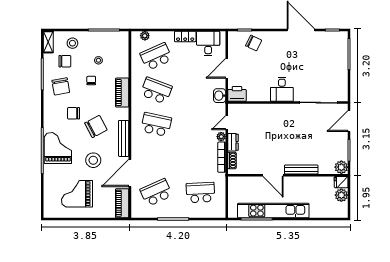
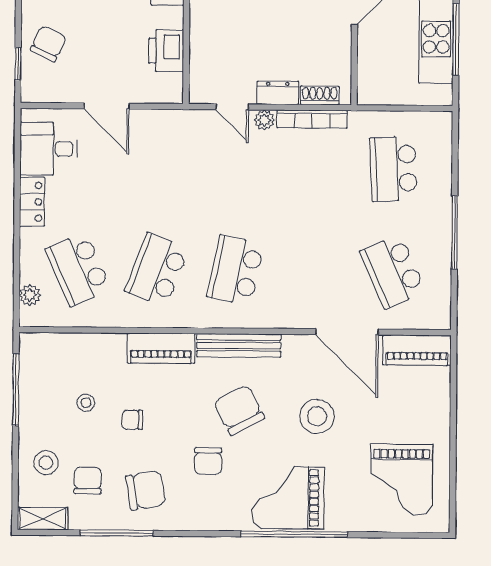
printer: (237, 94) -> (166, 51), moved
washbasin: (220, 96) -> (170, 123), removed
bench: (124, 138) -> (239, 346), moved
grand piano: (77, 194) -> (402, 480), moved

